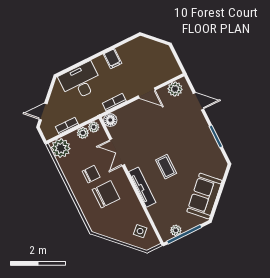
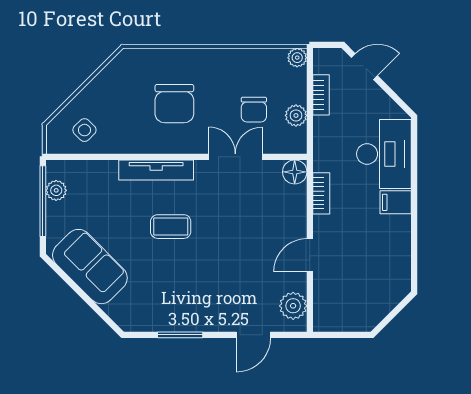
filing cabinet: (113, 59) -> (396, 202), moved
door: (43, 112) -> (364, 67), hinge flipped
plant: (94, 127) -> (297, 138), removed
plant: (61, 148) -> (297, 58), width x0.53, depth x0.53
chair: (91, 174) -> (254, 110), moved

